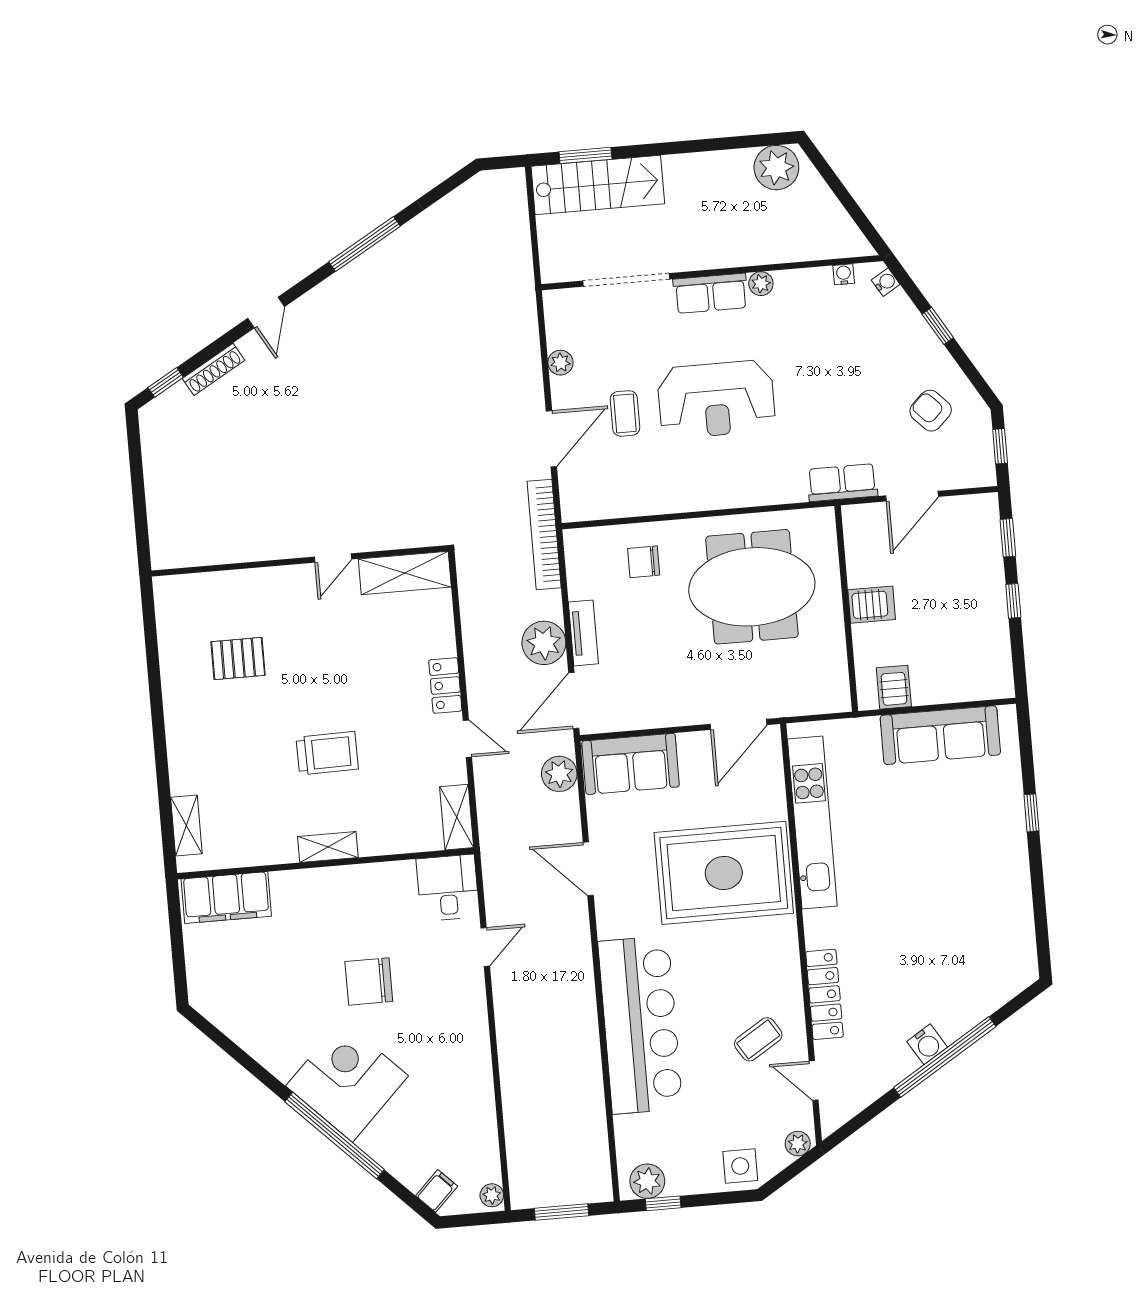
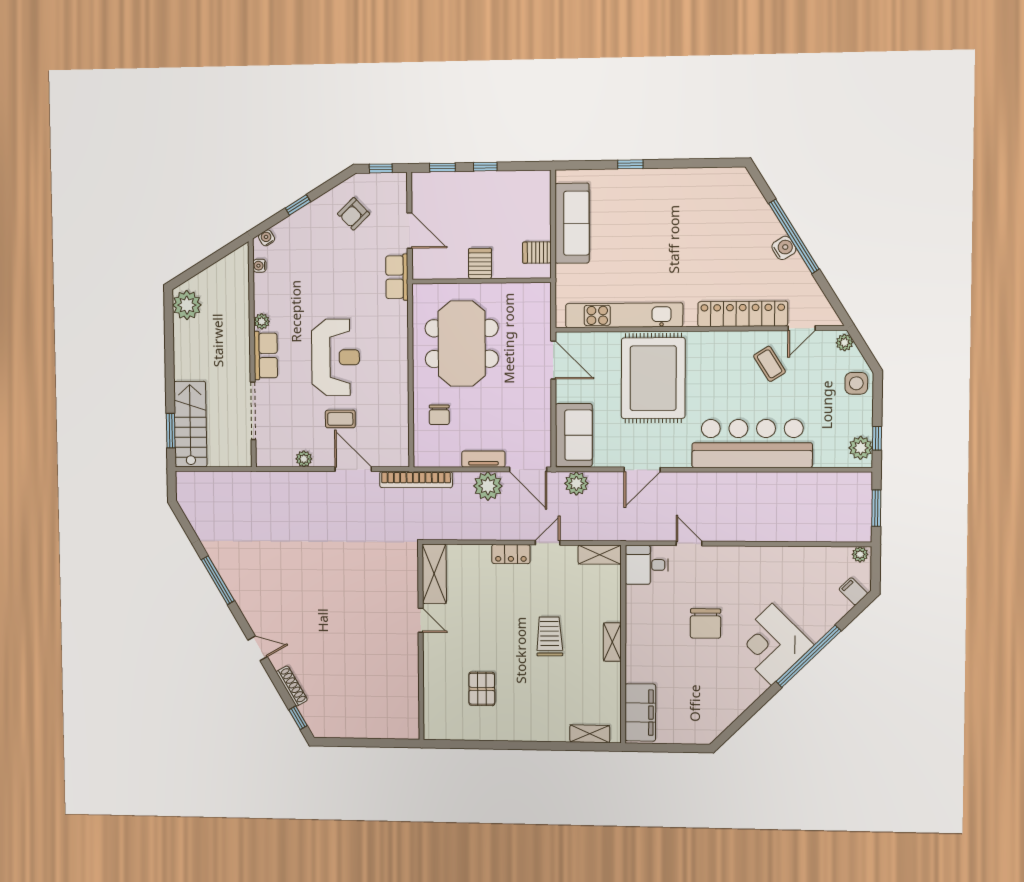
locker: (824, 994) -> (743, 314), width x1.41, depth x1.21

